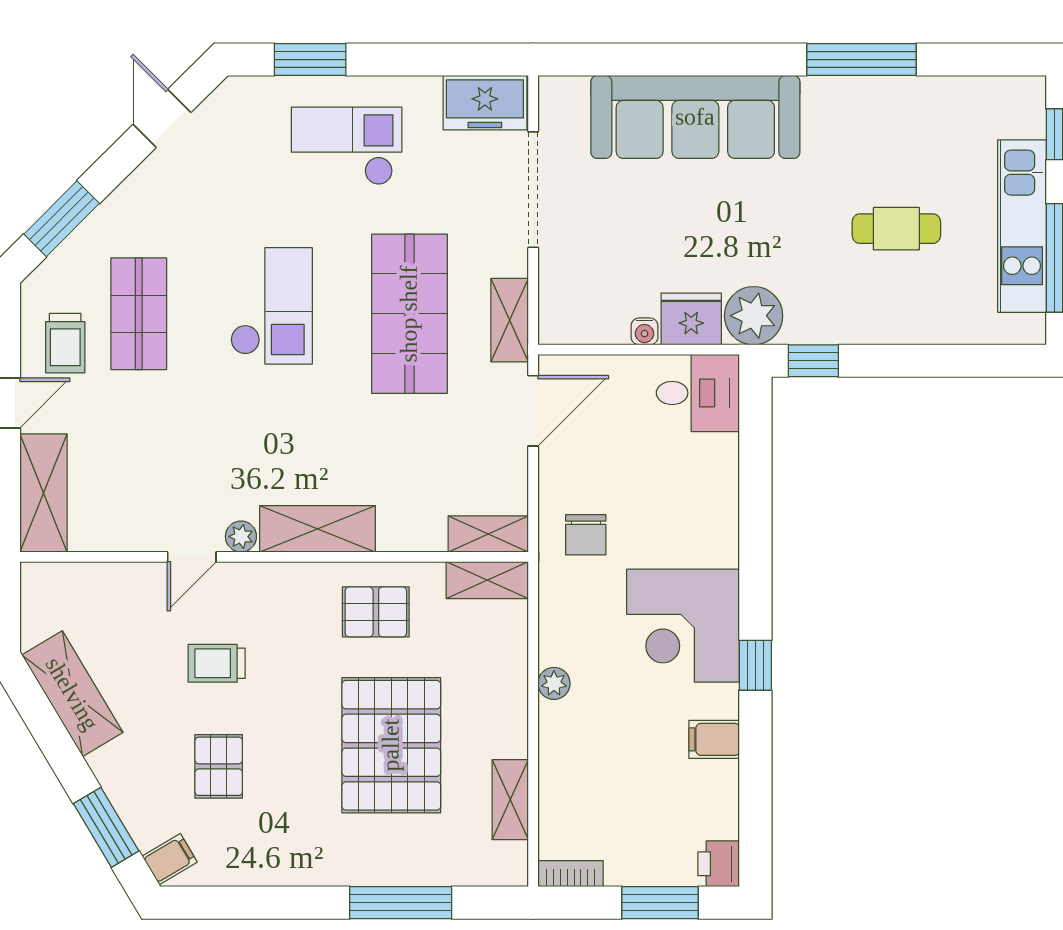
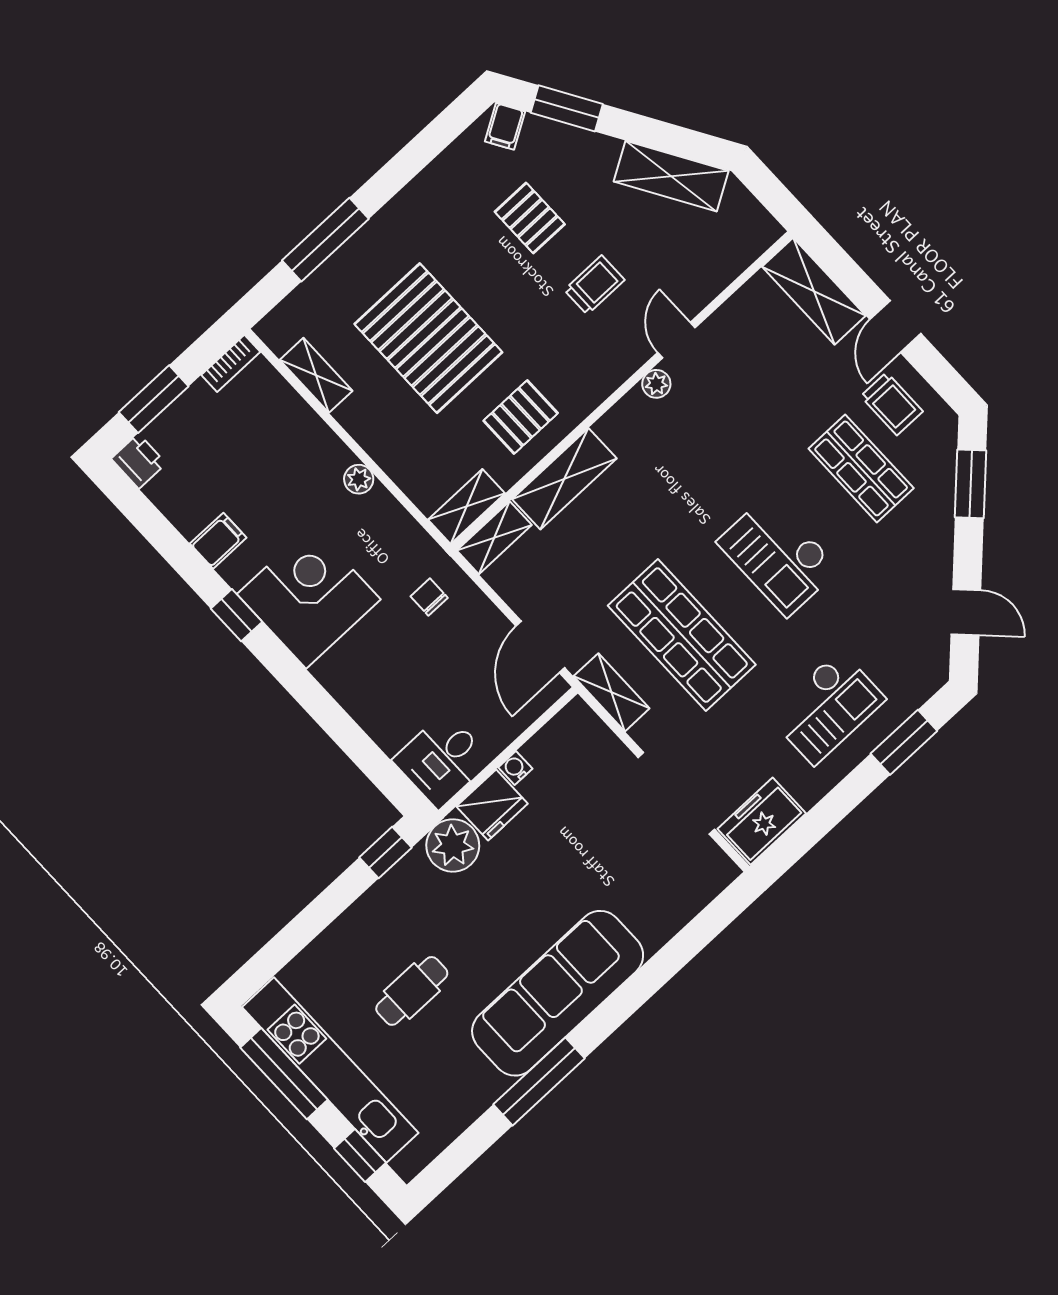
sofa: (695, 117) -> (558, 993), moved
kitchen unit: (1022, 226) -> (330, 1070), width x1.36
trolley: (65, 343) -> (892, 404), turned 180
shelving: (318, 529) -> (564, 479), moved
chair: (586, 535) -> (429, 597), width x0.73, depth x0.73

